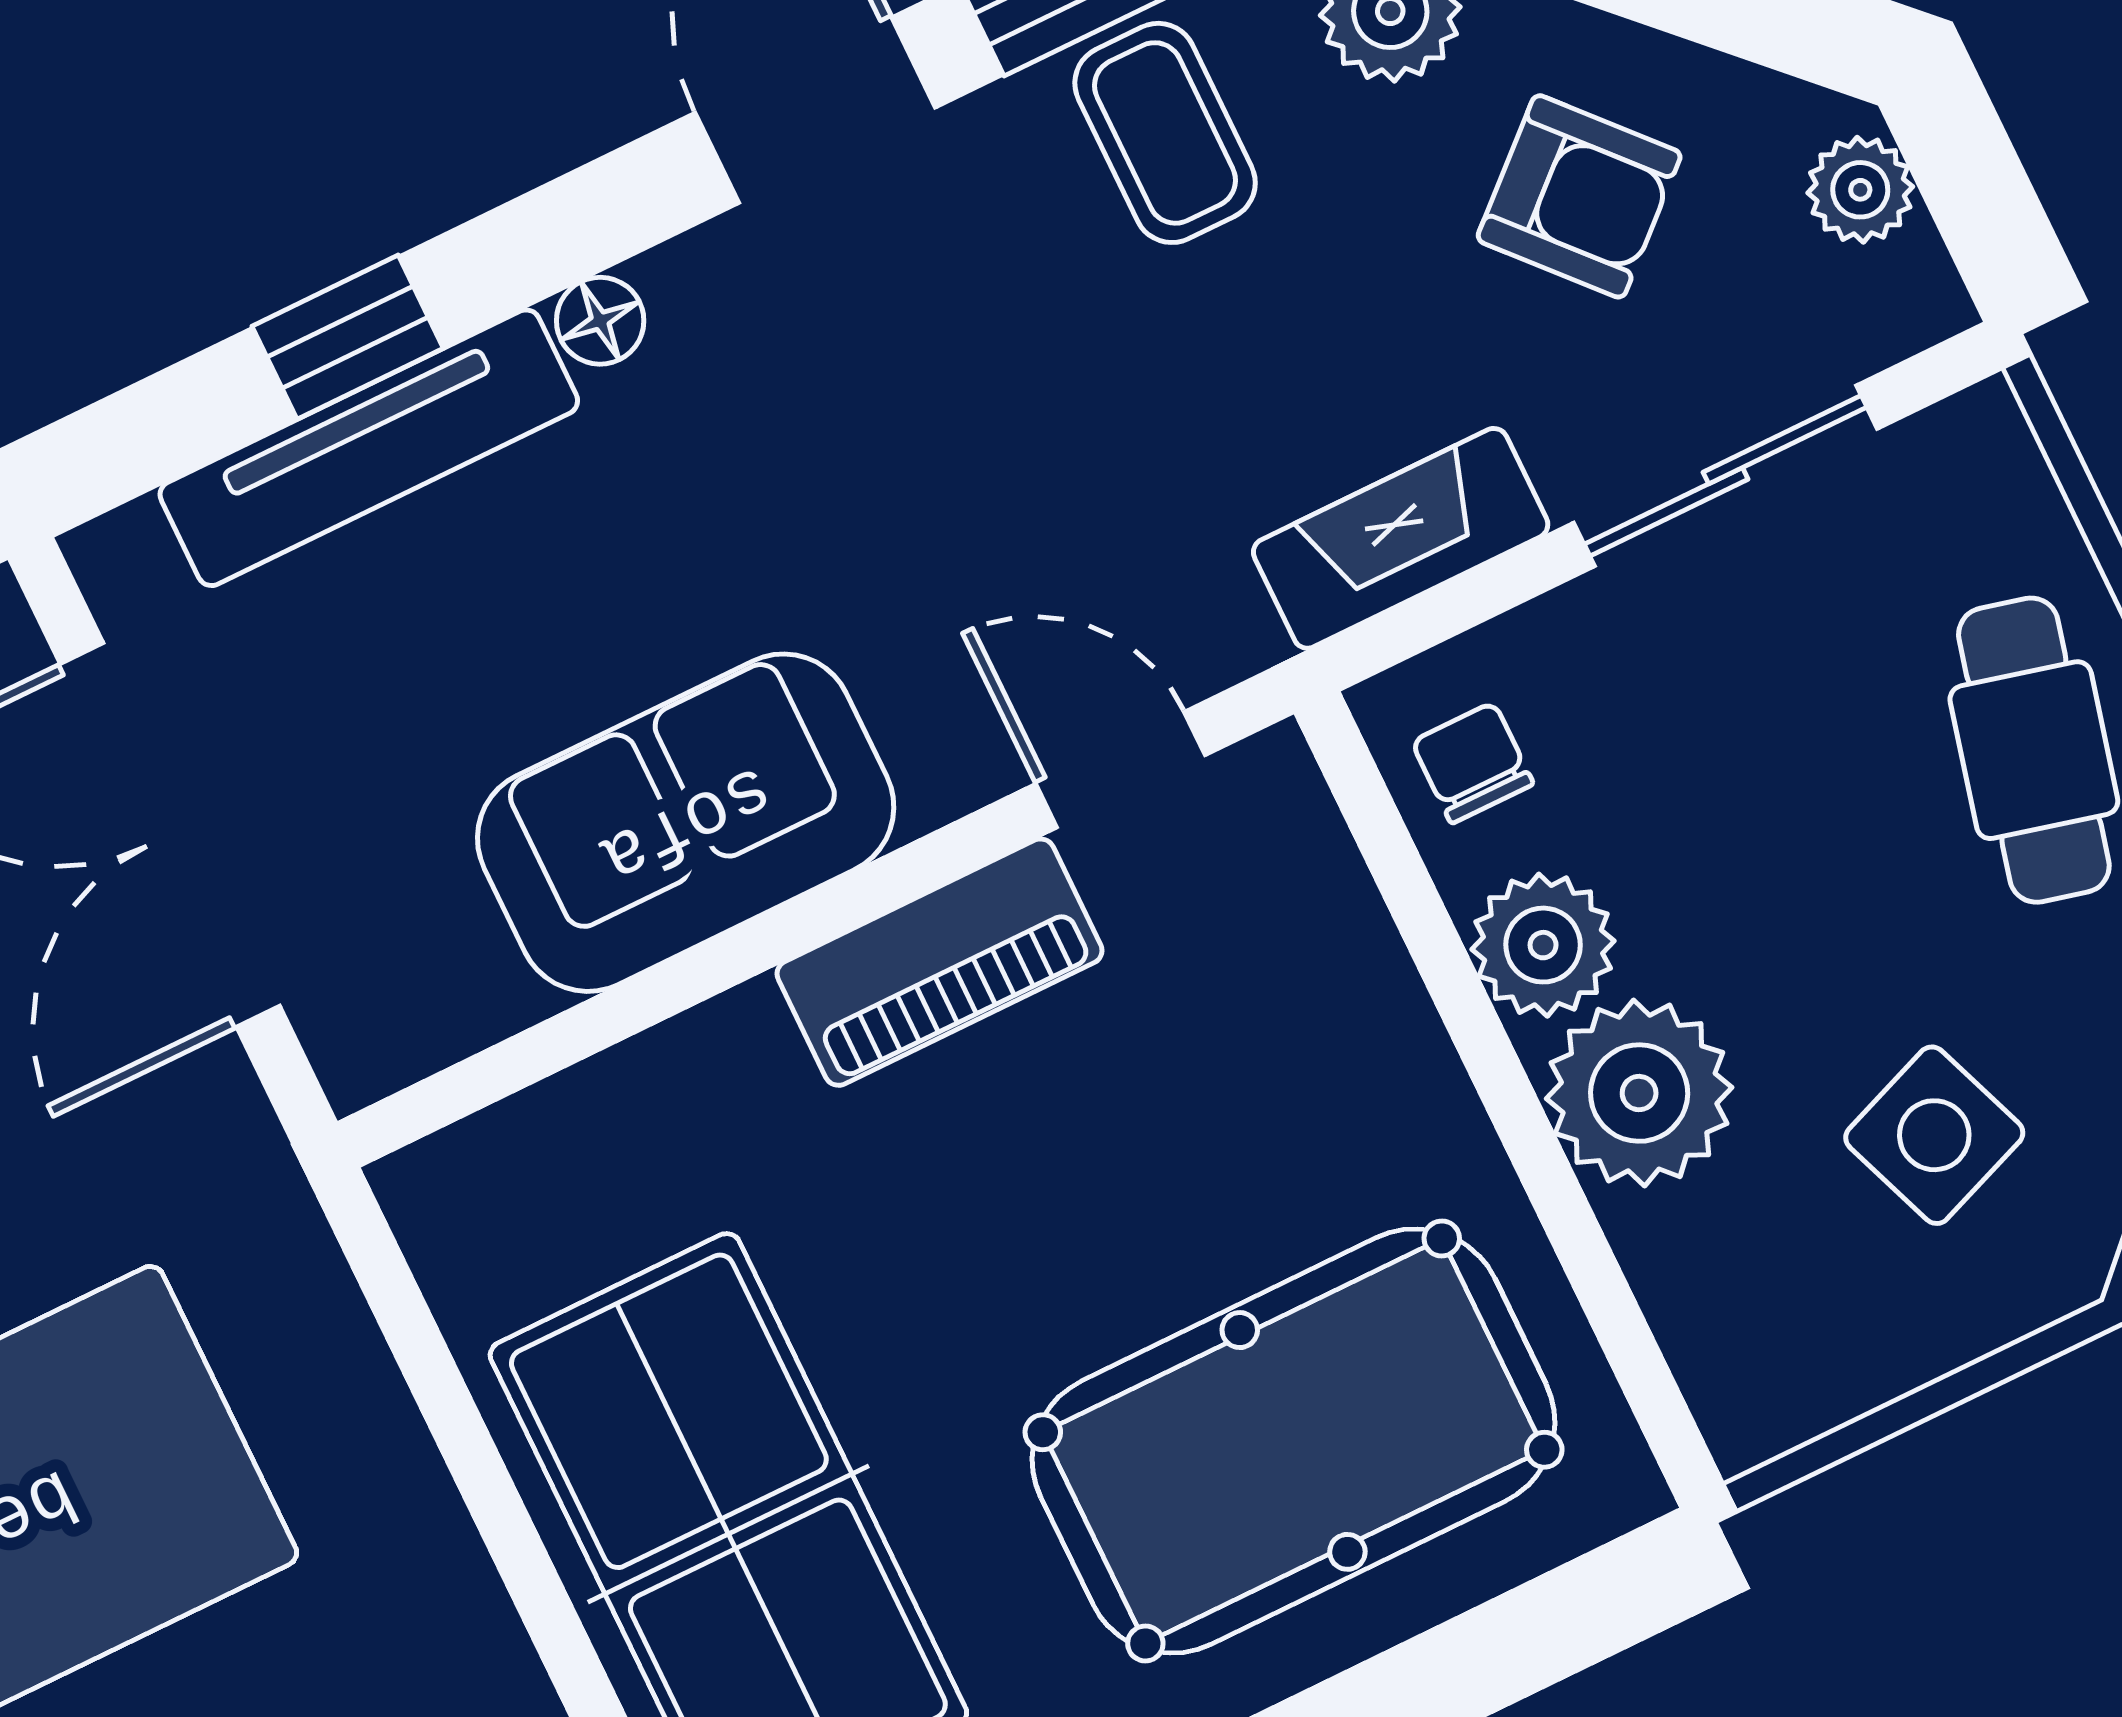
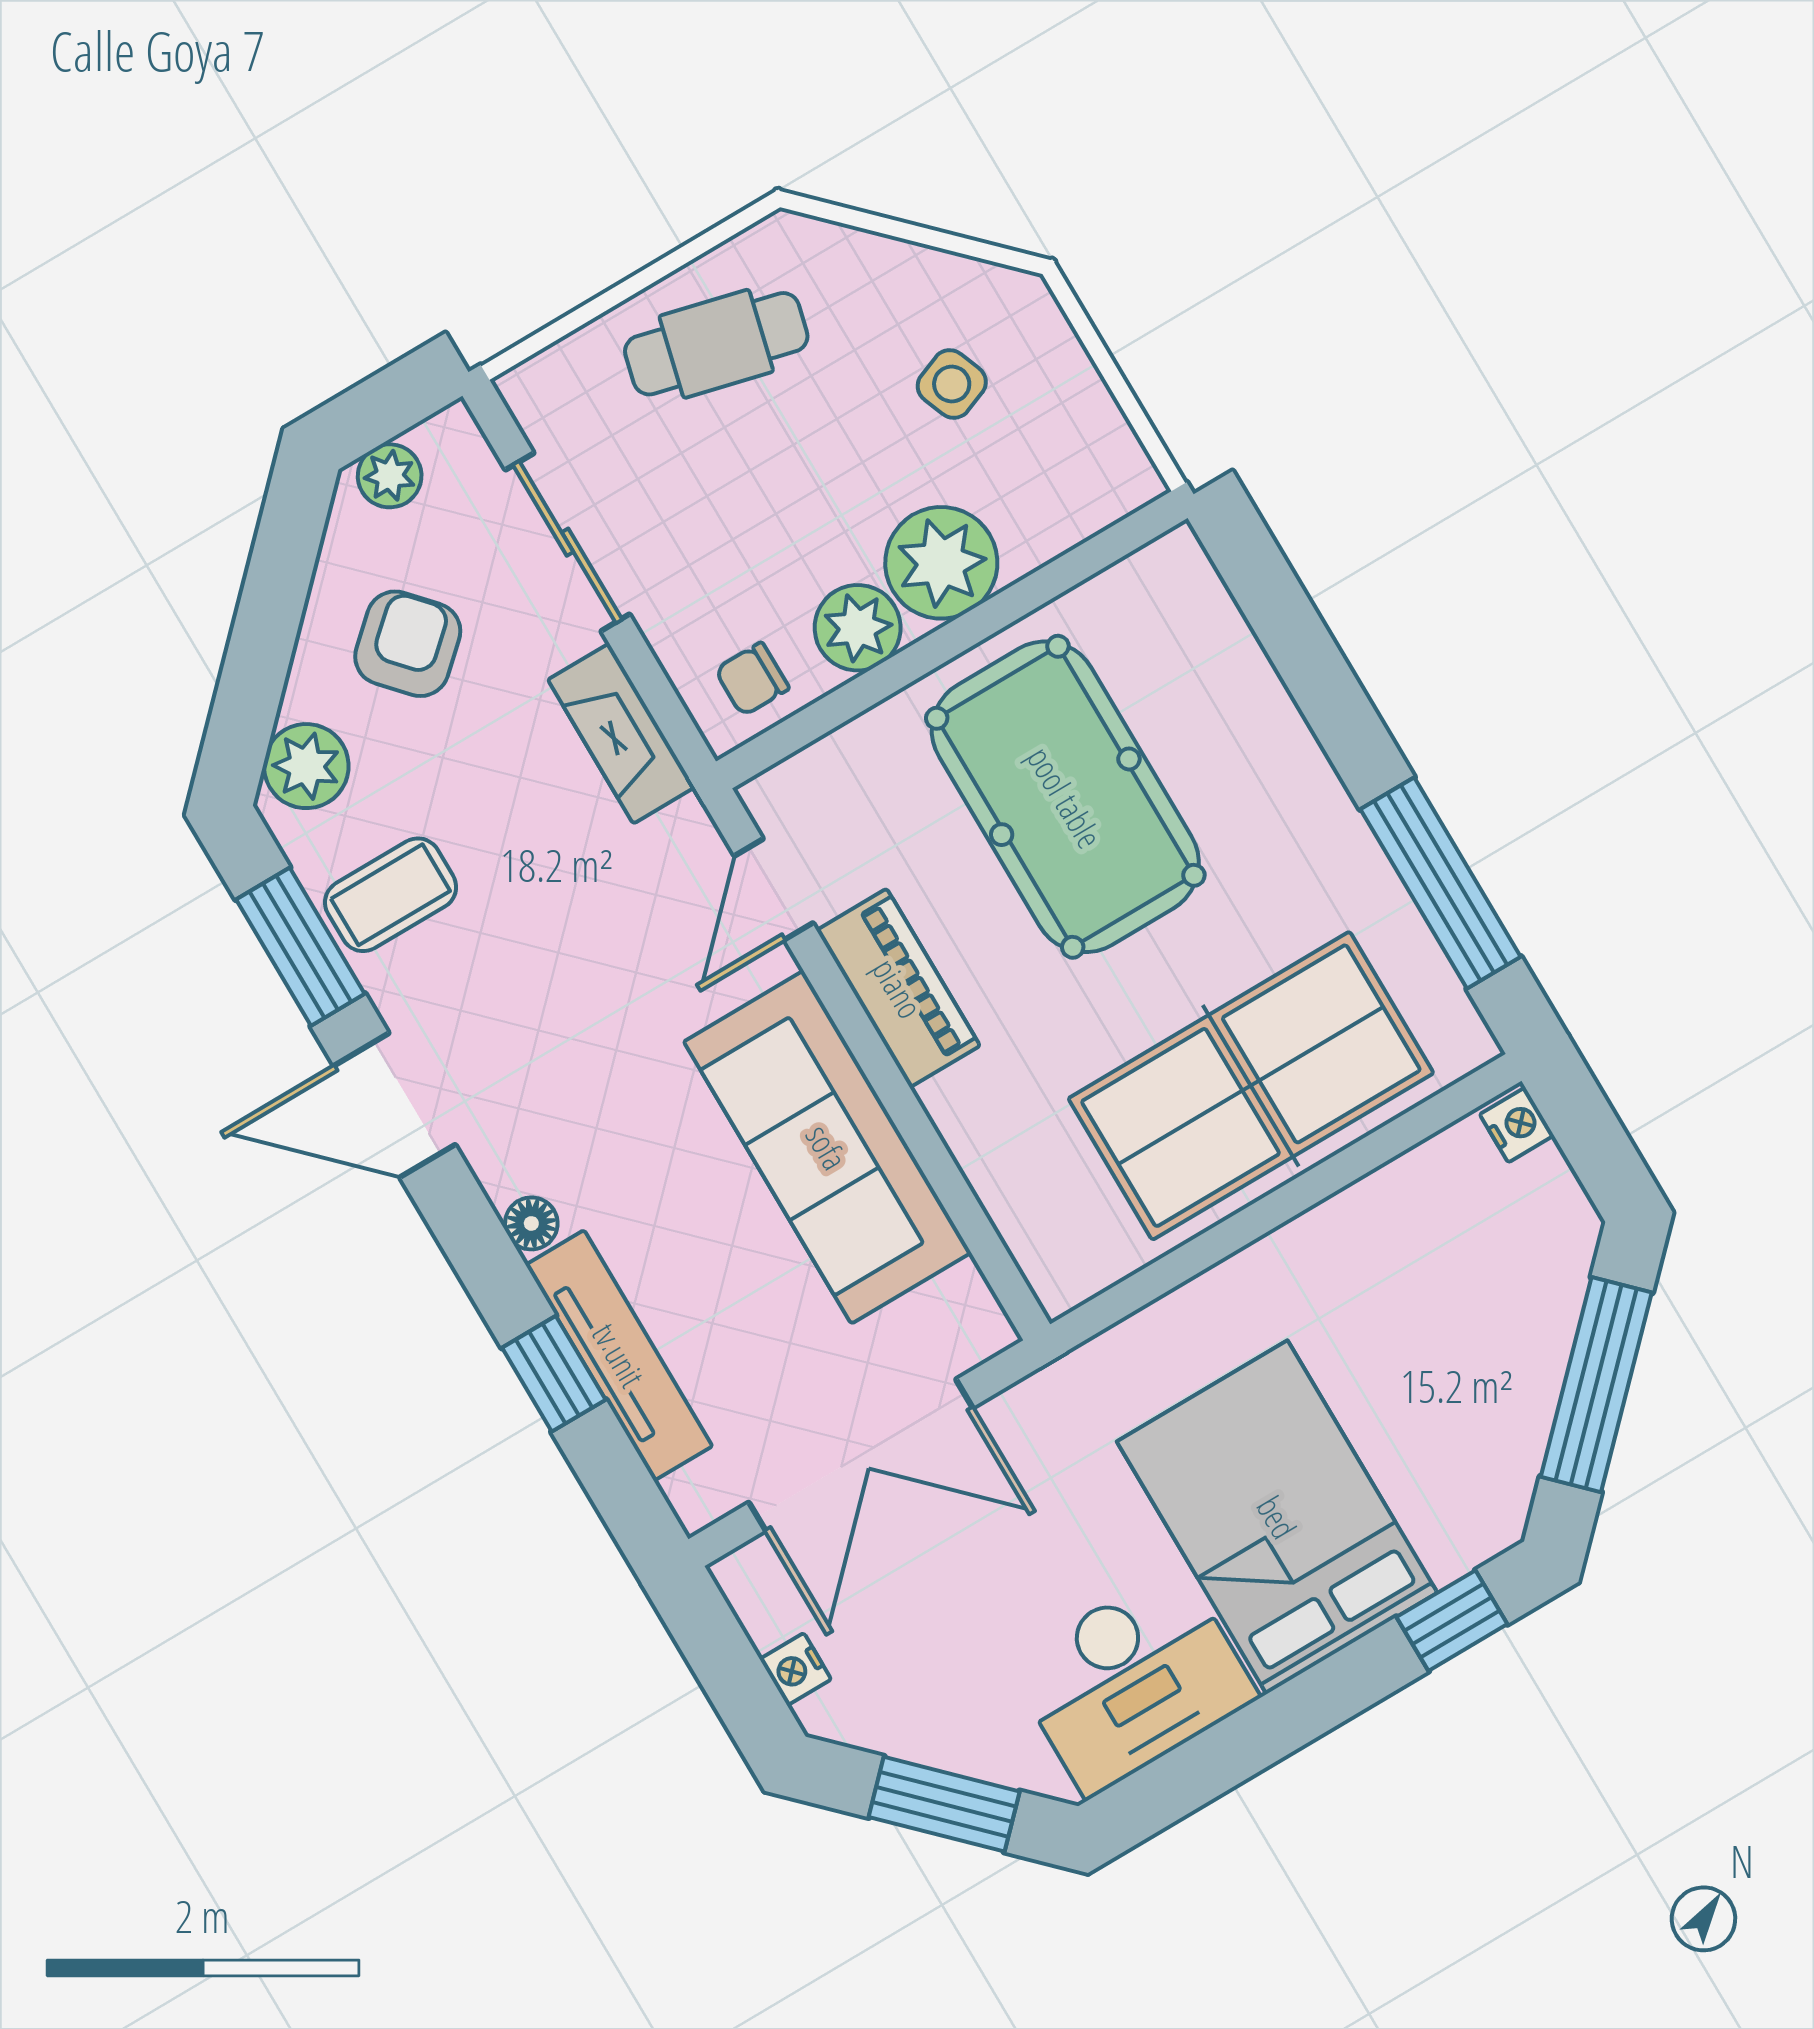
sofa: (686, 823) -> (827, 1147), width x1.36
side table: (1934, 1135) -> (952, 384), width x0.73, depth x0.73
pool table: (1294, 1441) -> (1065, 797), moved

